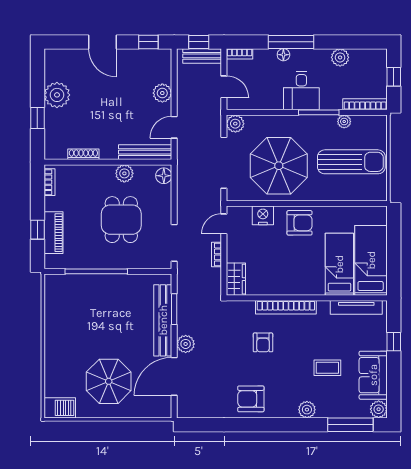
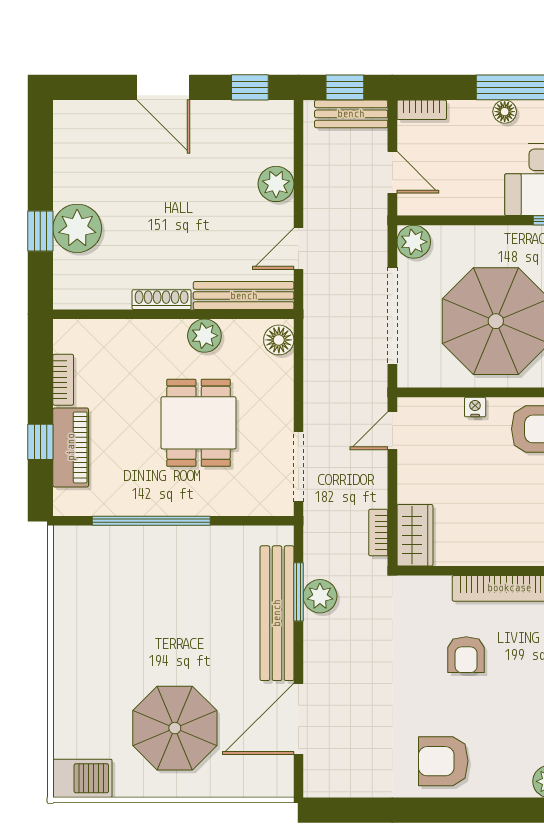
plant: (57, 95) -> (77, 228), moved
shoe rack: (83, 154) -> (162, 300), moved
bookcase: (50, 182) -> (63, 380), moved
nightstand: (263, 215) -> (475, 407), width x0.53, depth x0.56
bookcase: (216, 254) -> (378, 533), moved
plant: (186, 344) -> (320, 596), moved

